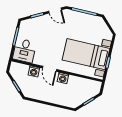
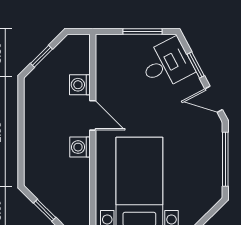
door: (55, 11) -> (214, 99), hinge flipped
desk: (24, 51) -> (167, 64), moved, turned 152
door: (50, 69) -> (93, 115), swing flipped

